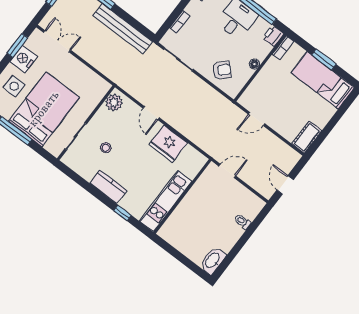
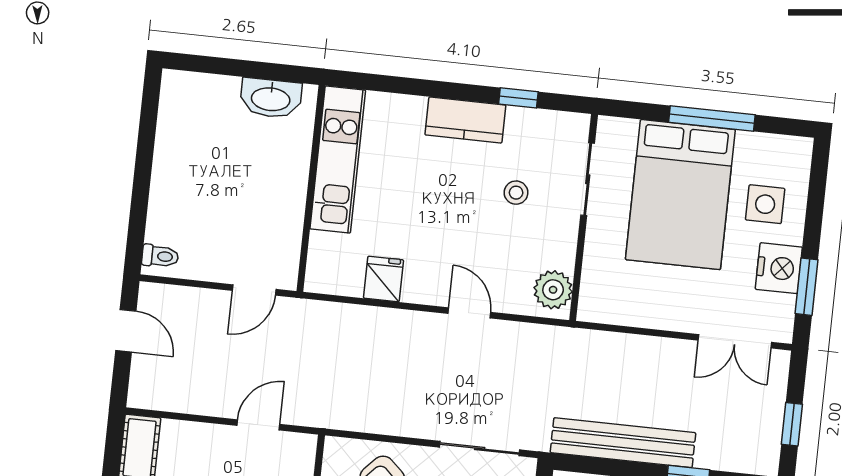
fridge: (168, 144) -> (383, 279), width x0.53, depth x0.75
window: (122, 213) -> (518, 98), moved
toilet: (243, 222) -> (160, 256), moved
washbasin: (213, 260) -> (271, 98), moved, turned 90

